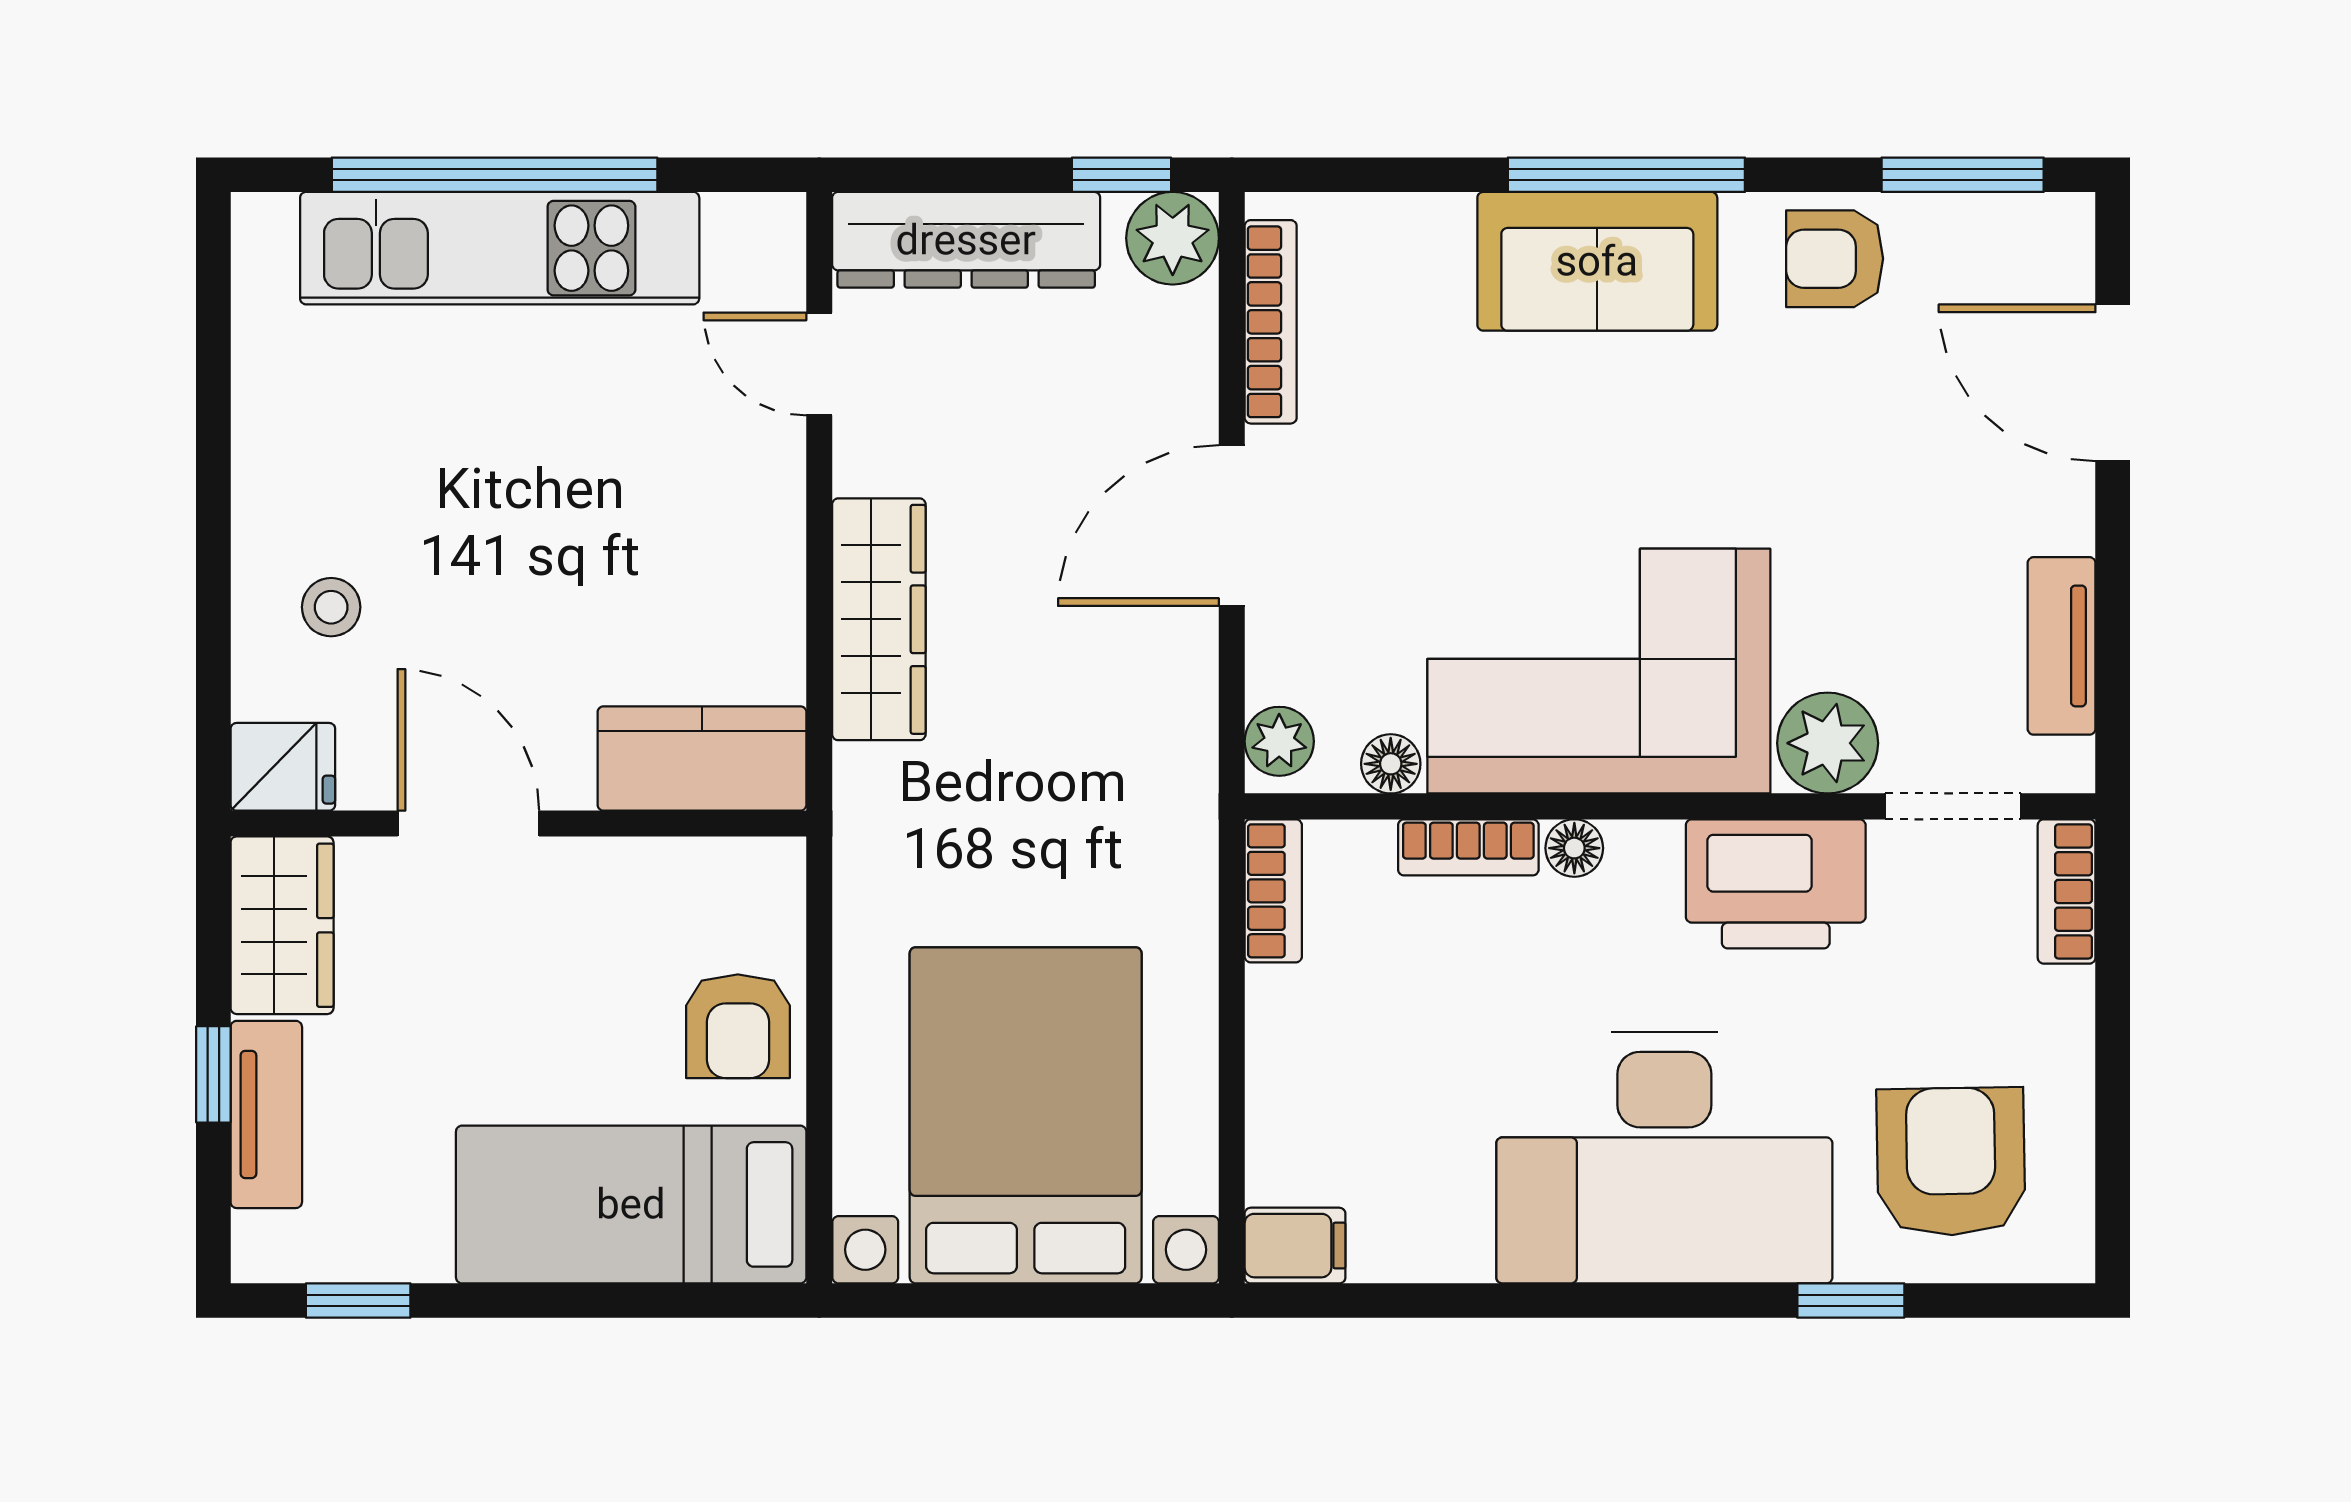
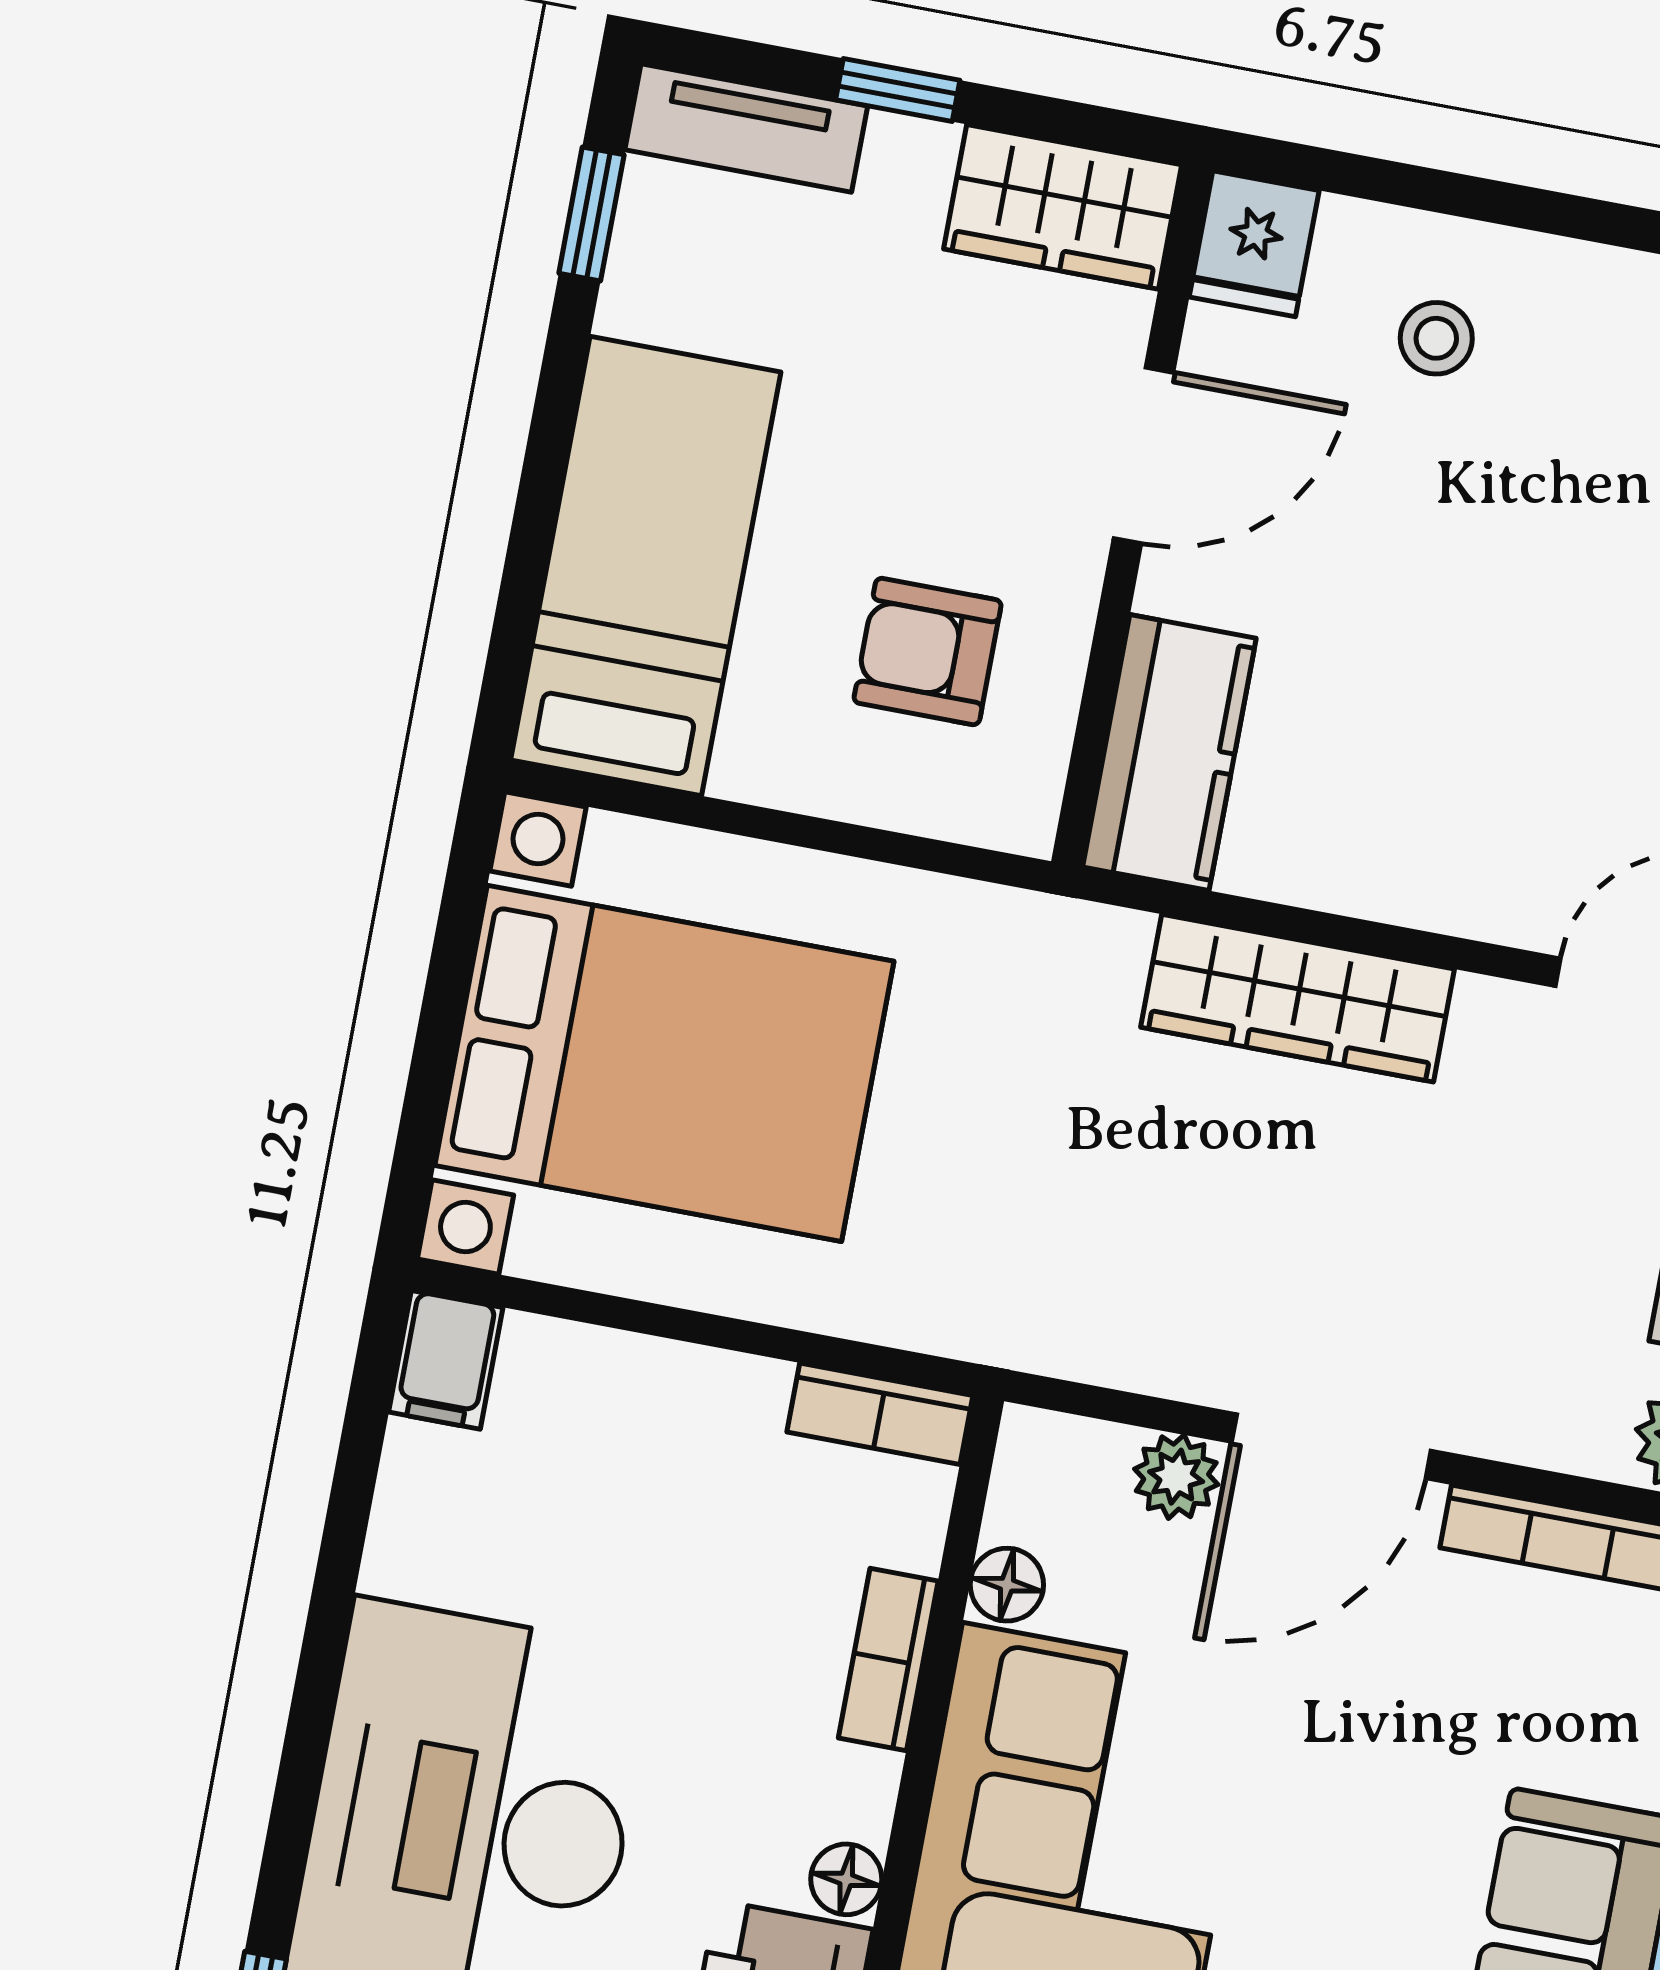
door: (1232, 525) -> (1331, 1446), swing flipped
plant: (1279, 741) -> (1176, 1477), moved
floor lamp: (1574, 848) -> (846, 1879), moved
armchair: (738, 1026) -> (928, 652), moved
tv unit: (266, 1114) -> (746, 128), moved

